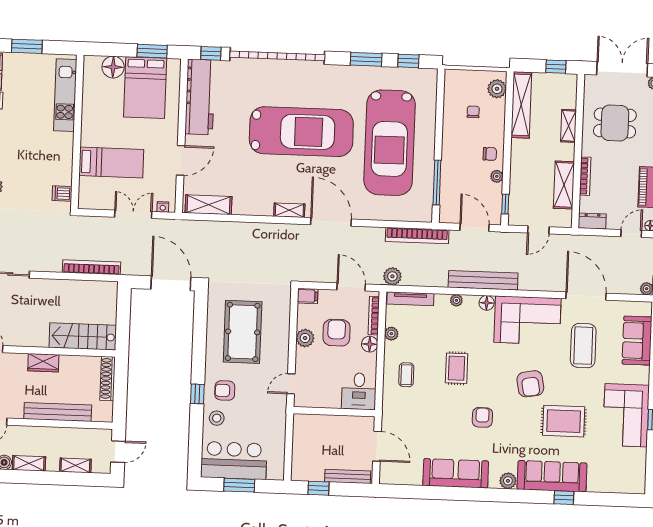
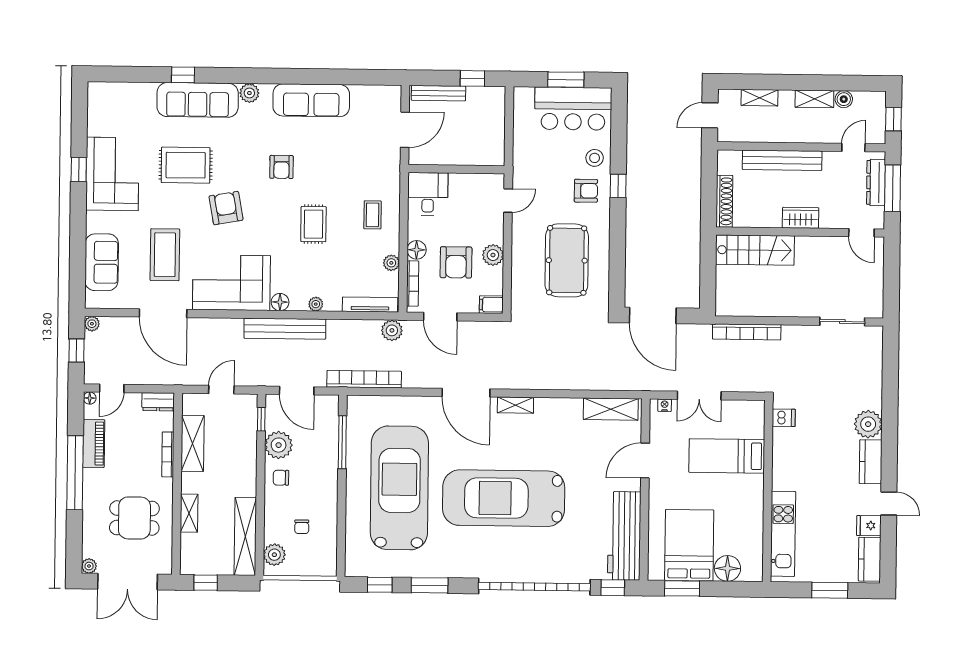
plant: (497, 176) -> (279, 445), width x1.87, depth x1.87
door: (377, 446) -> (405, 130), swing flipped

